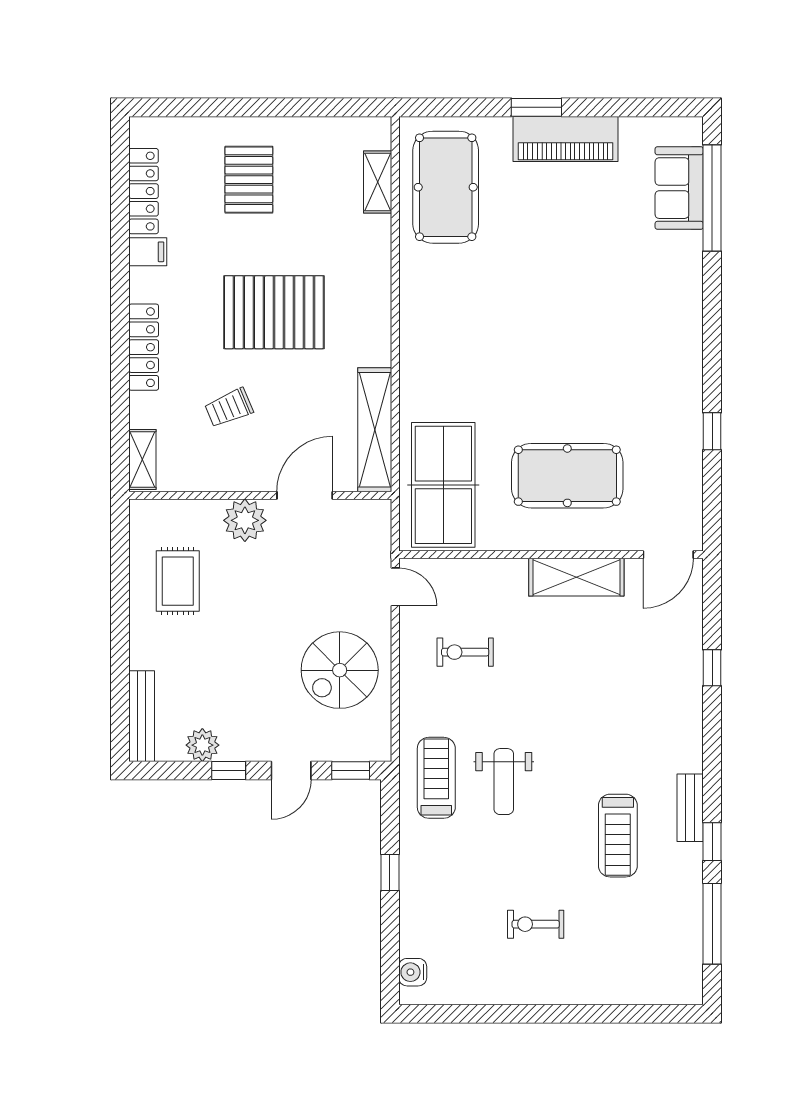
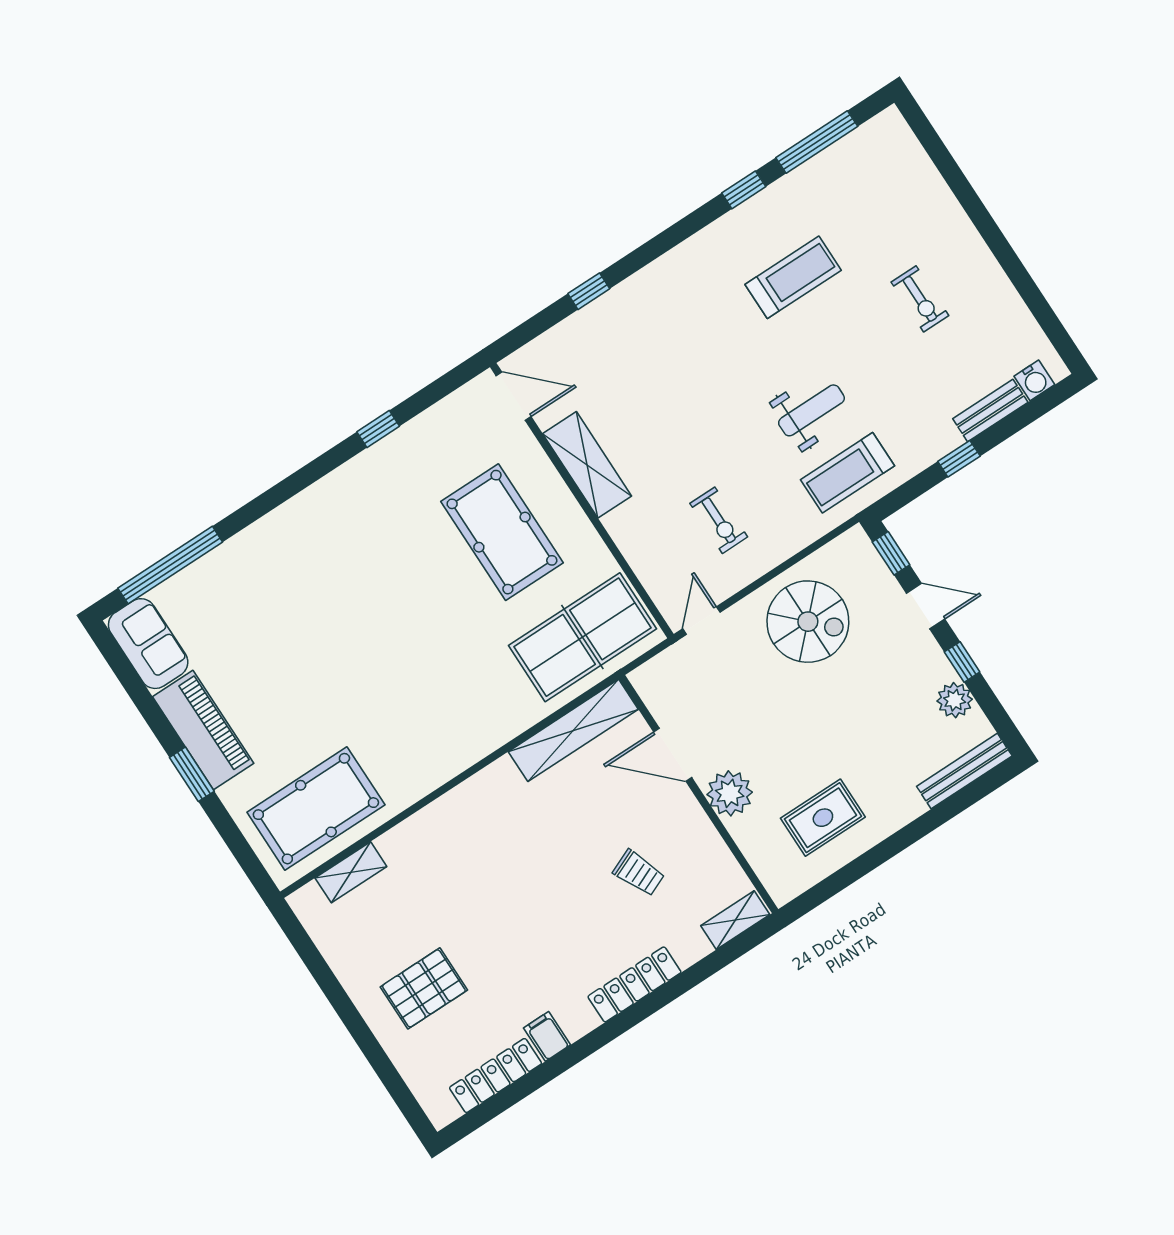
sofa: (679, 188) -> (148, 644), moved, turned -90
pallet: (274, 312) -> (527, 889), removed
bench: (690, 808) -> (990, 410), moved

